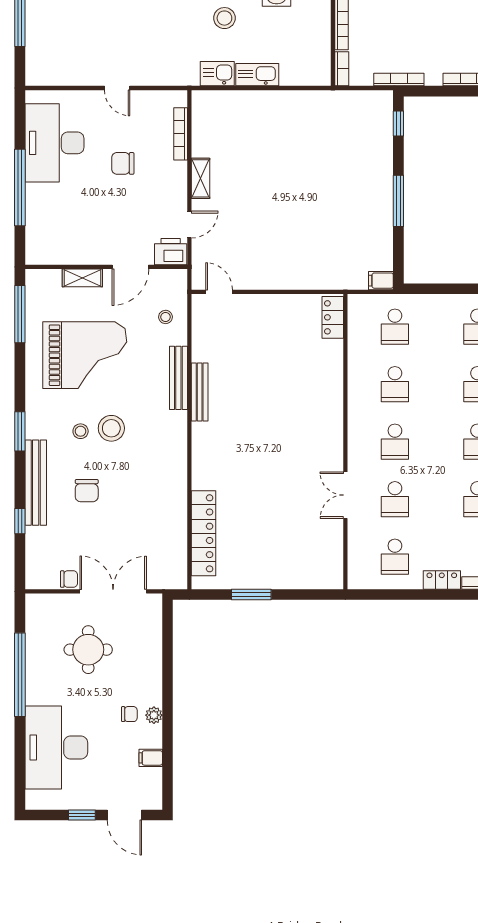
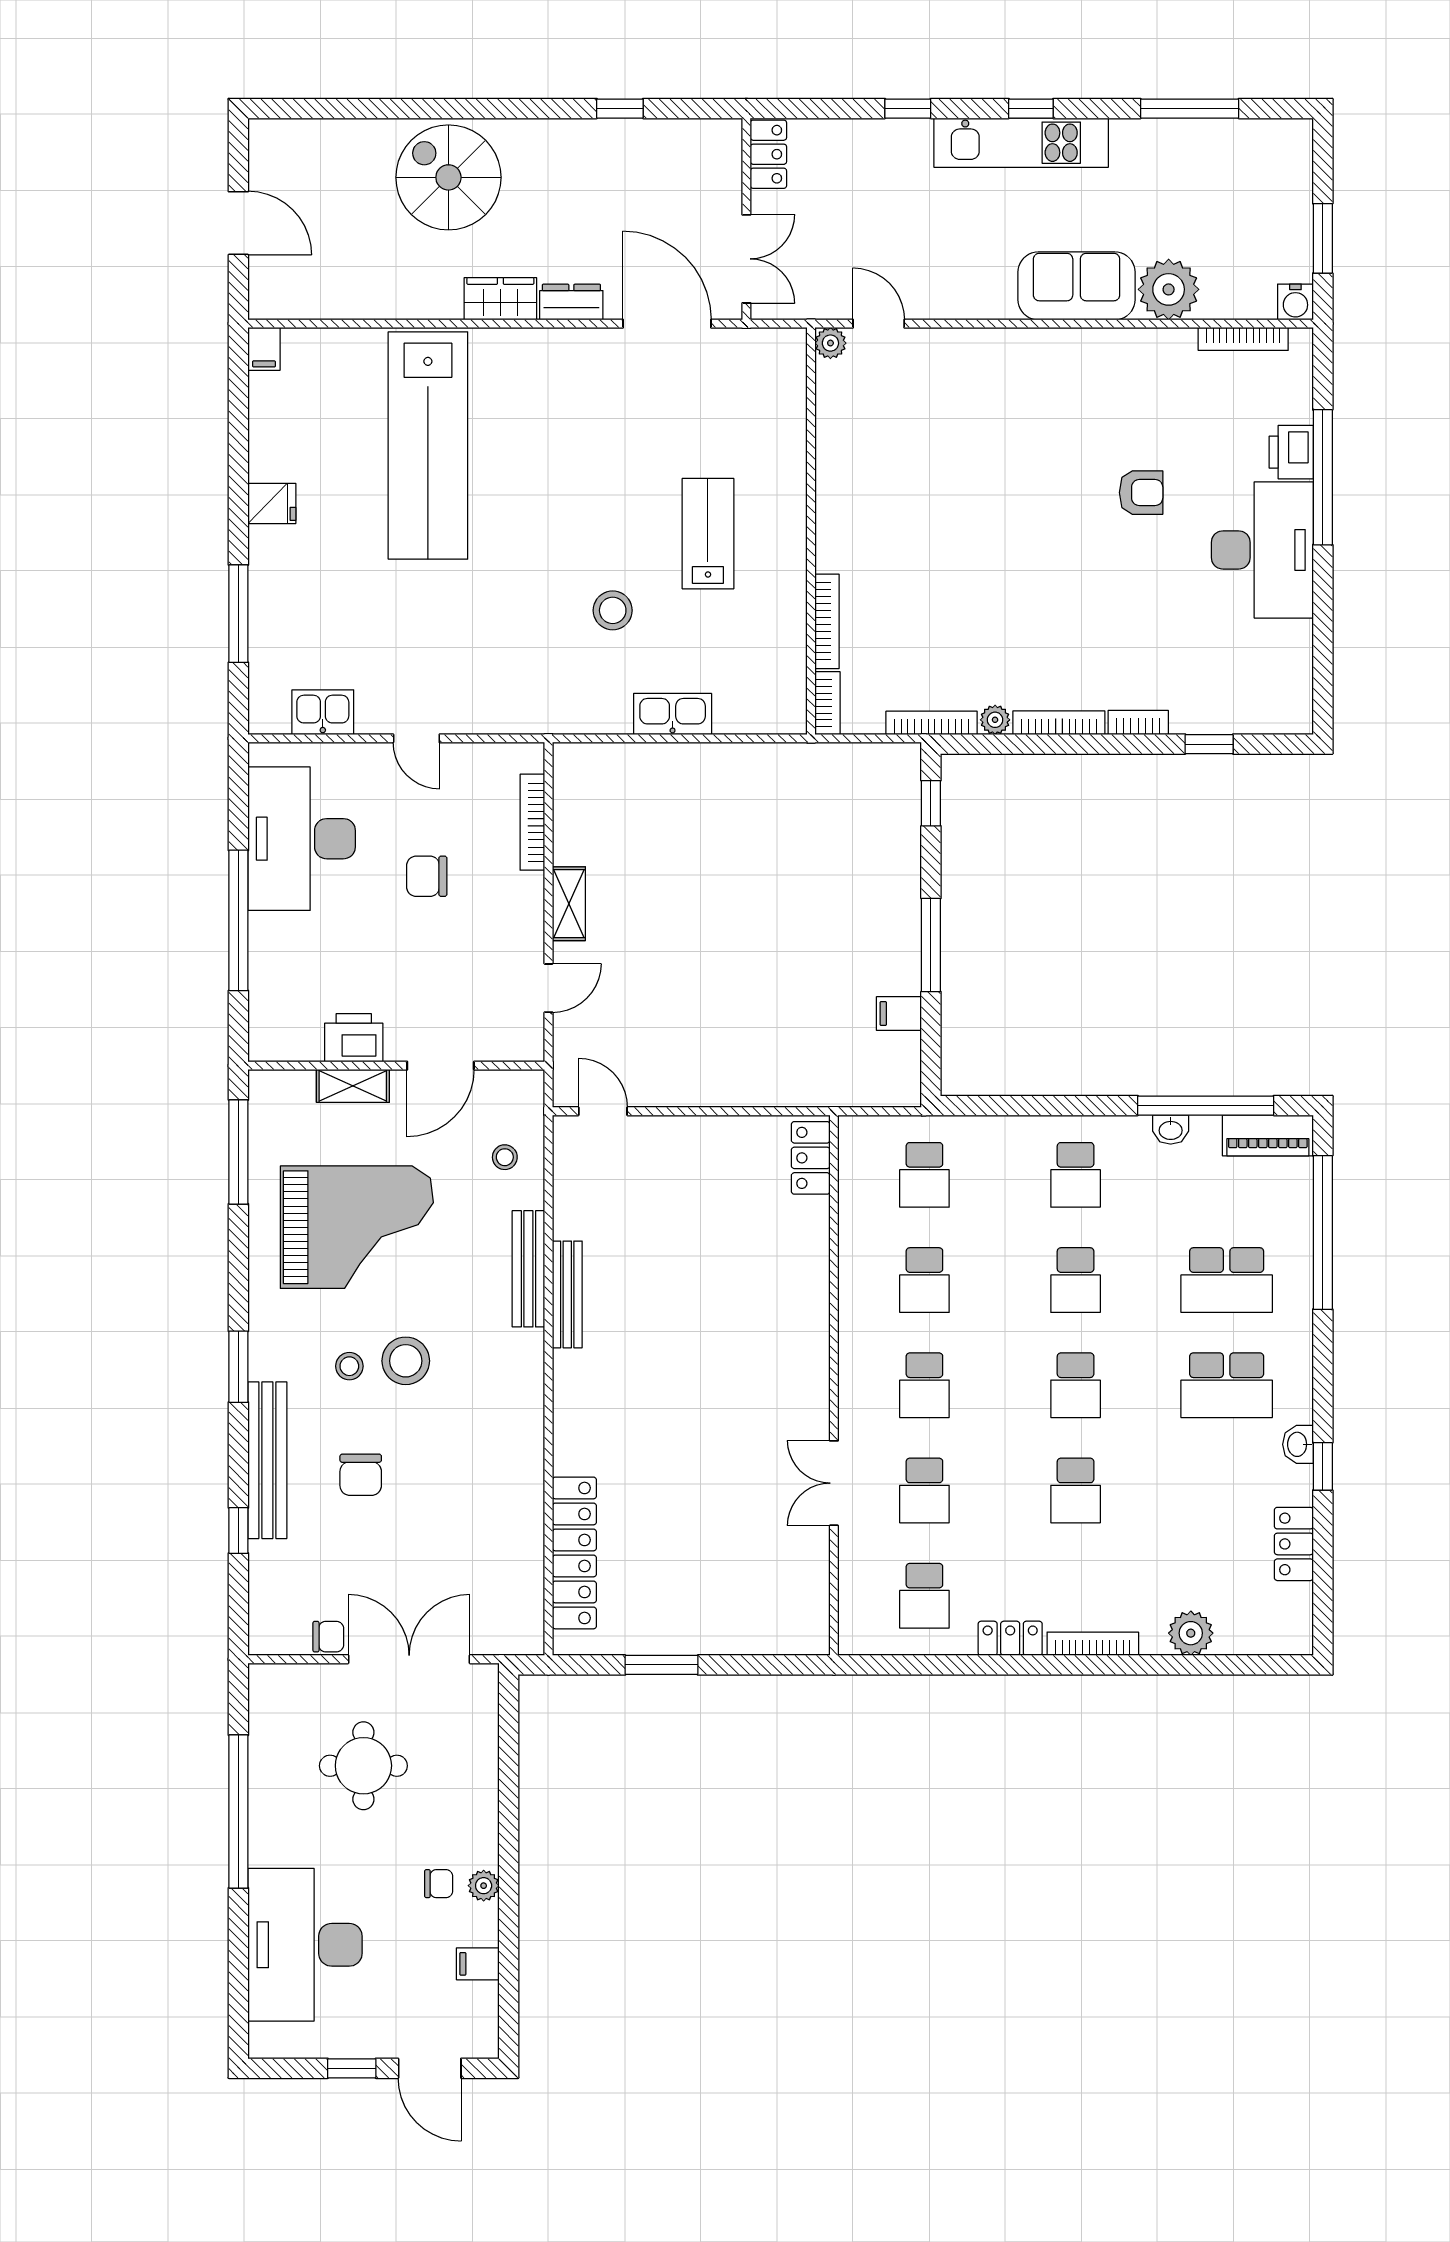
kitchen sink: (217, 74) -> (323, 712), moved
plant: (433, 78) -> (995, 720), added
printer: (171, 252) -> (354, 1038), moved
filing cabinet: (381, 281) -> (899, 1014), moved

